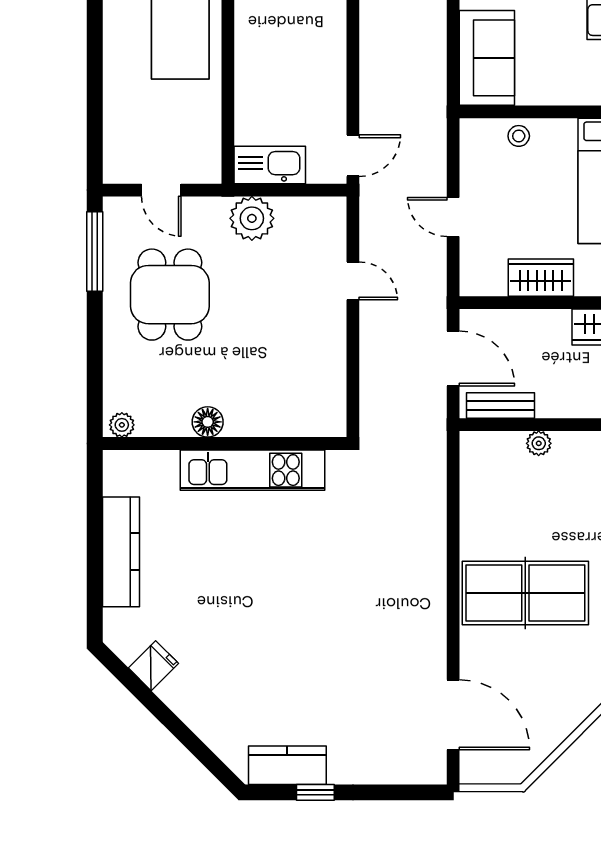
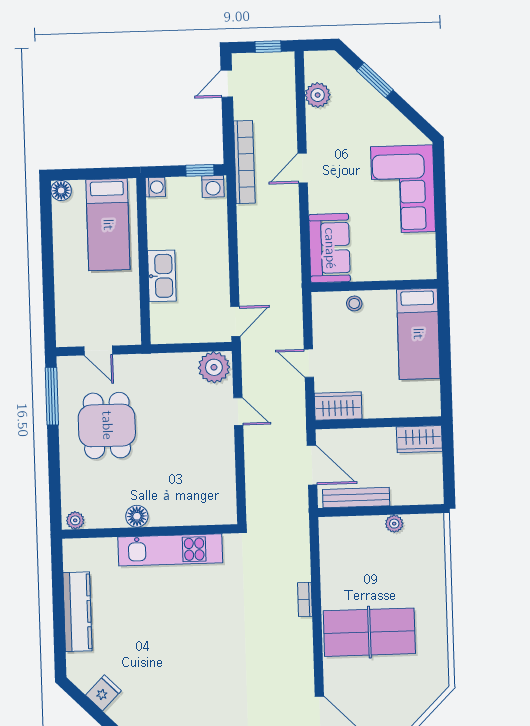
kitchen sink: (270, 165) -> (162, 276), moved, turned 90
plant: (252, 218) -> (214, 367), moved
wardrobe: (541, 278) -> (338, 406), moved
bench: (501, 406) -> (356, 498), width x1.36
plant: (539, 443) -> (394, 524), moved
bookcase: (437, 545) -> (305, 599), added

